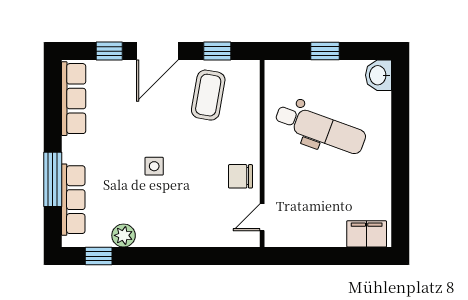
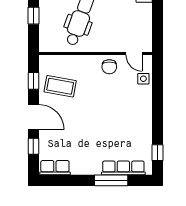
row of seats: (74, 99) -> (55, 168), width x0.68
side table: (154, 166) -> (143, 79), moved
plant: (124, 235) -> (145, 138), removed

